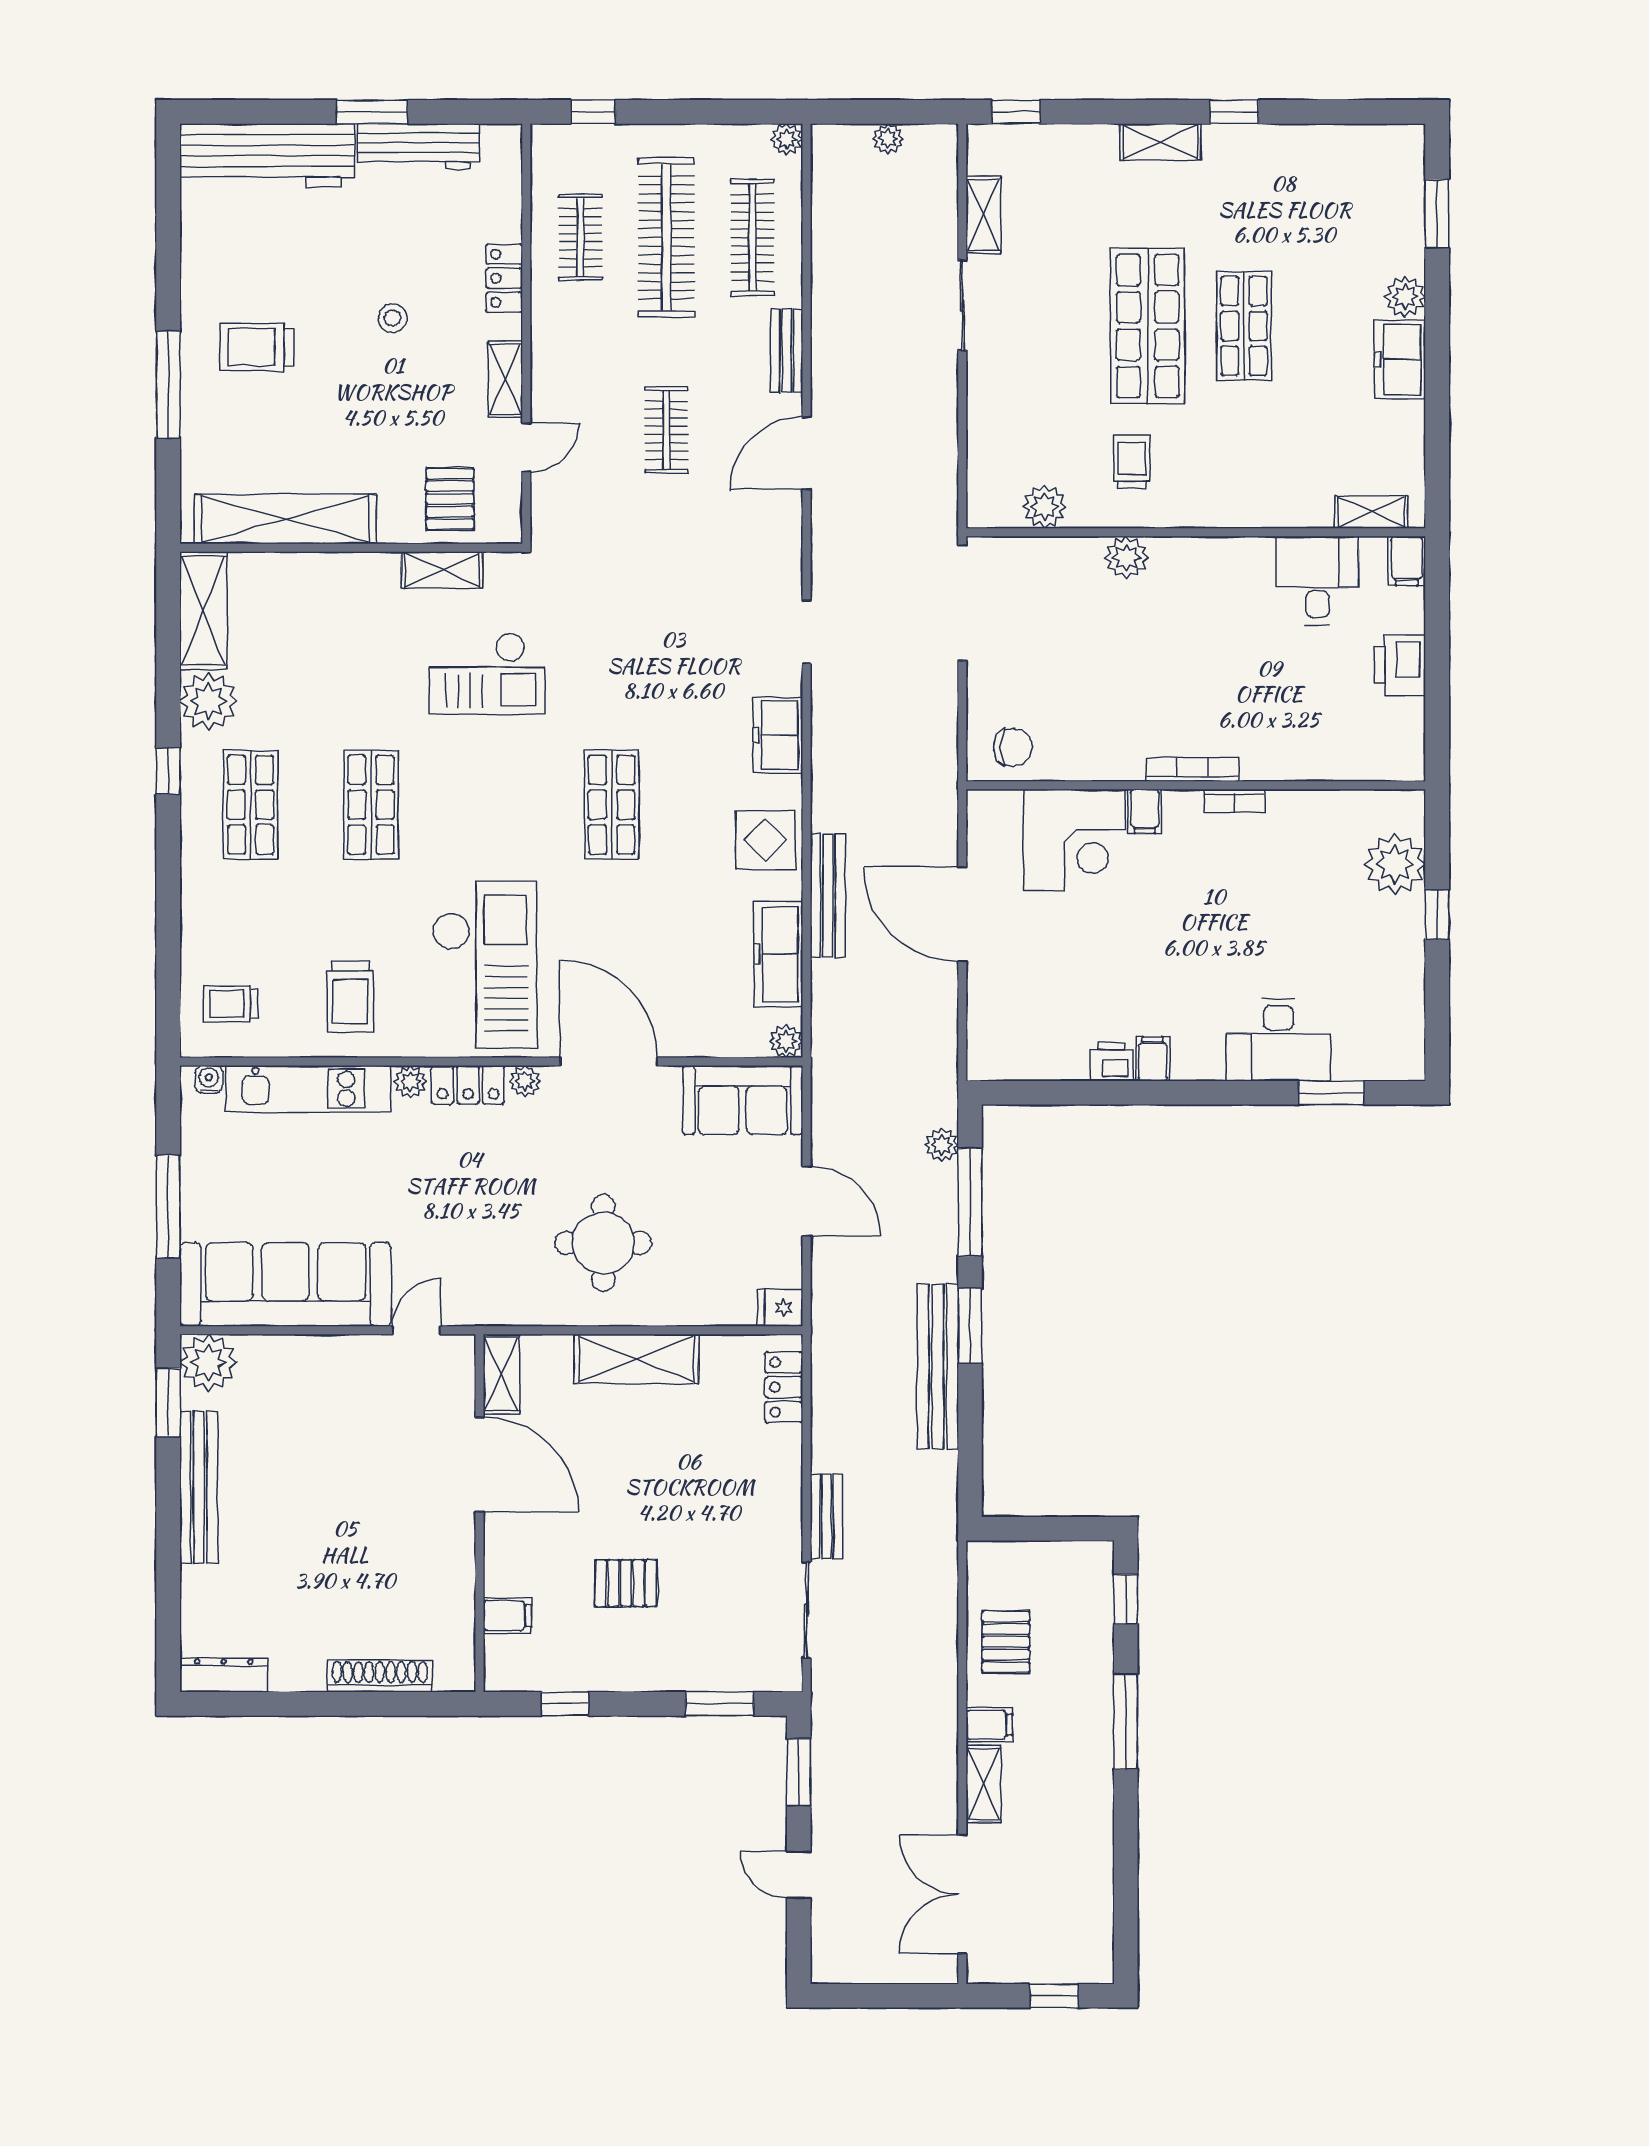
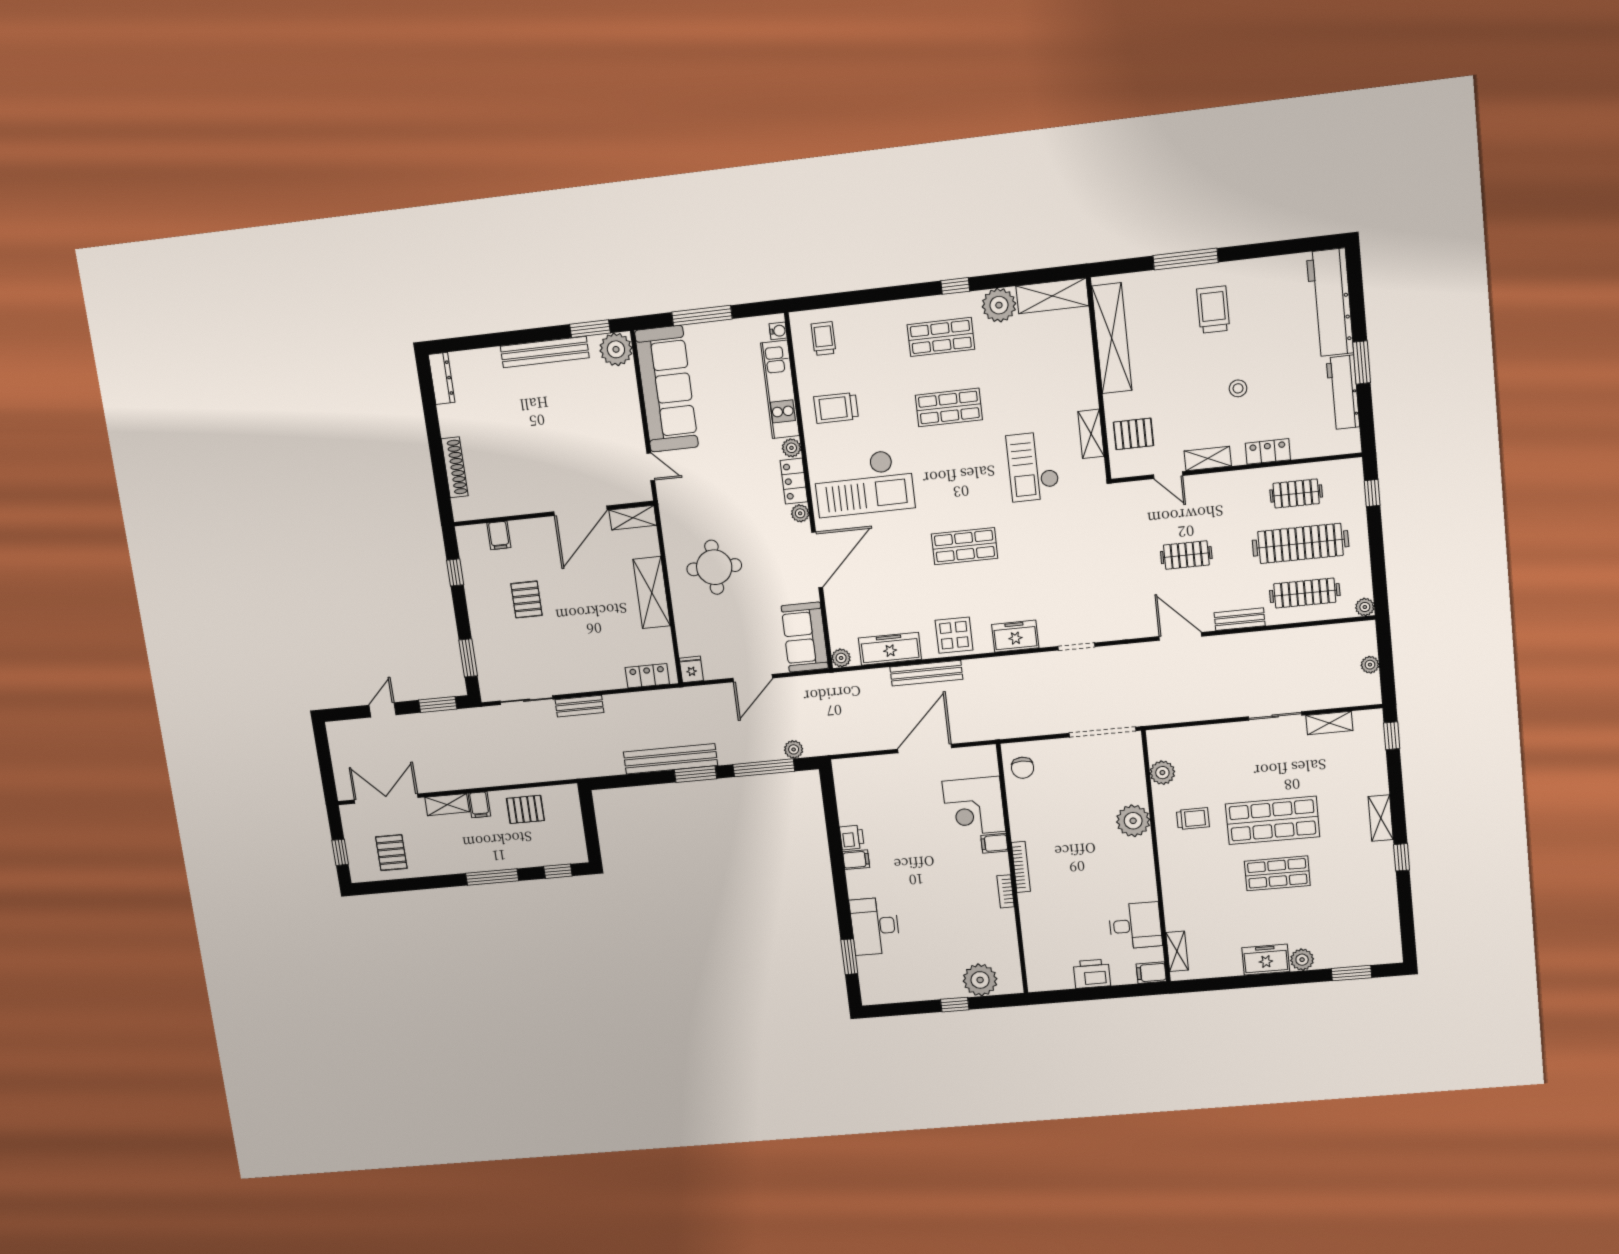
plant: (1126, 558) -> (1133, 821), width x1.36, depth x1.36
pallet: (1063, 1901) -> (391, 853), added

